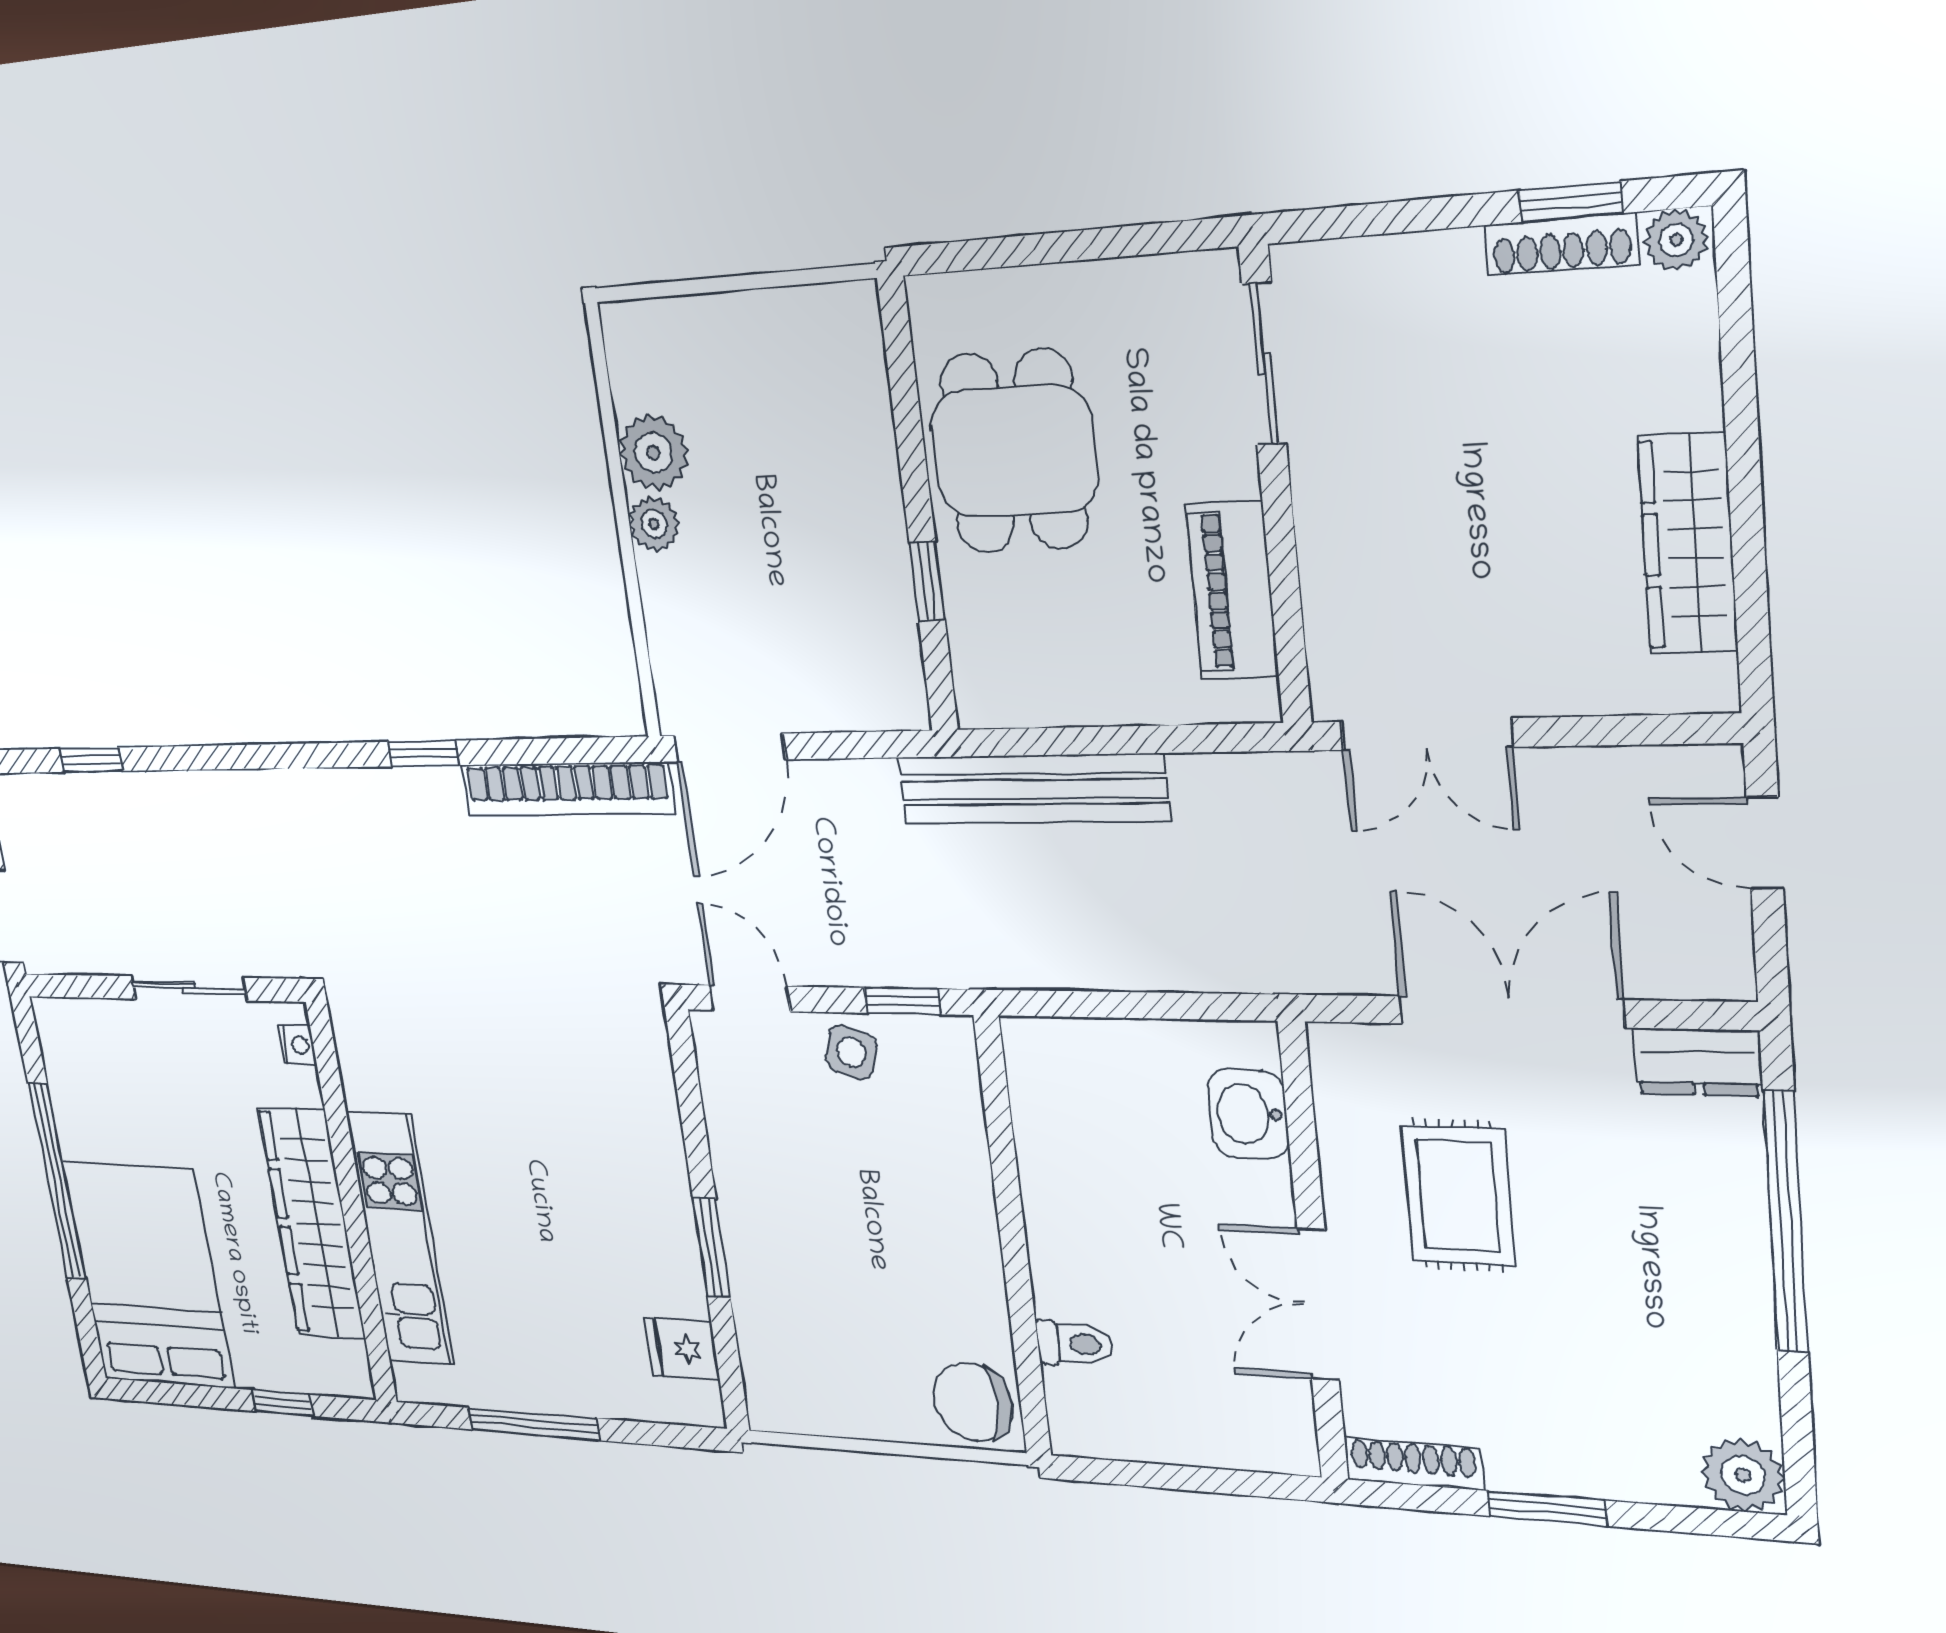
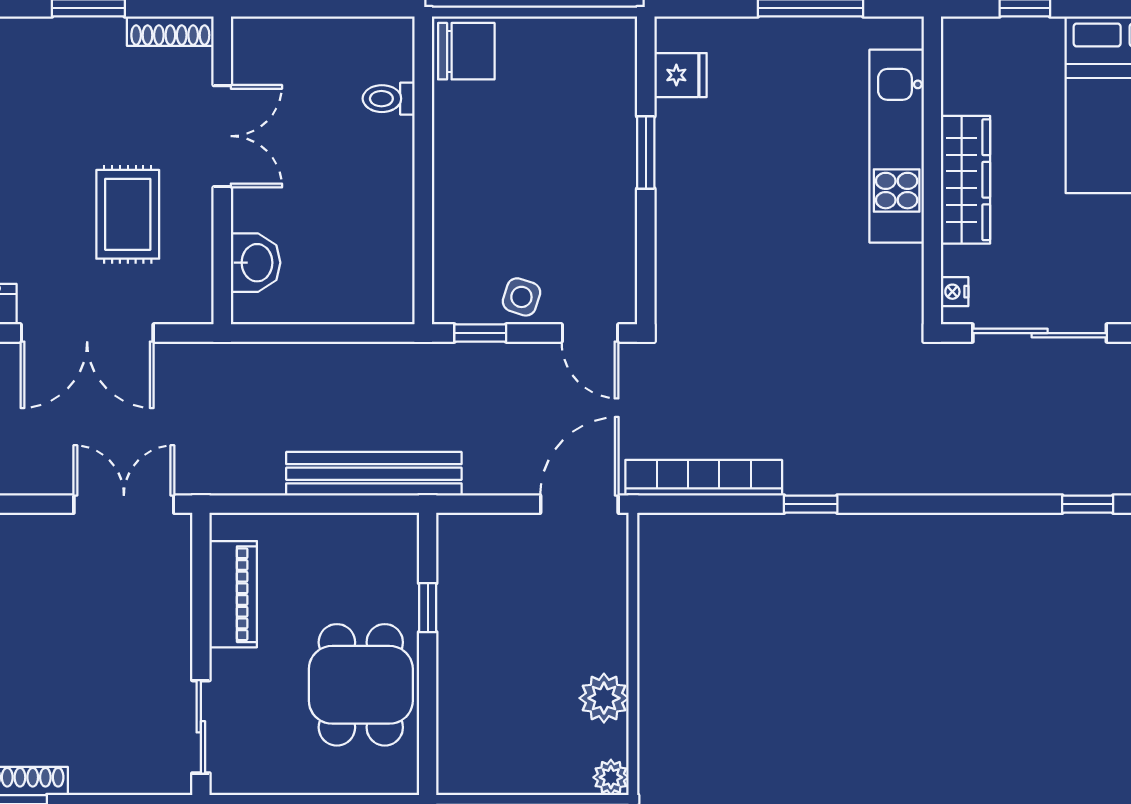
plant: (654, 524) -> (611, 777), moved
sliding door: (189, 988) -> (1040, 333), width x1.37
wardrobe: (312, 1224) -> (966, 180), width x0.71, depth x0.85

